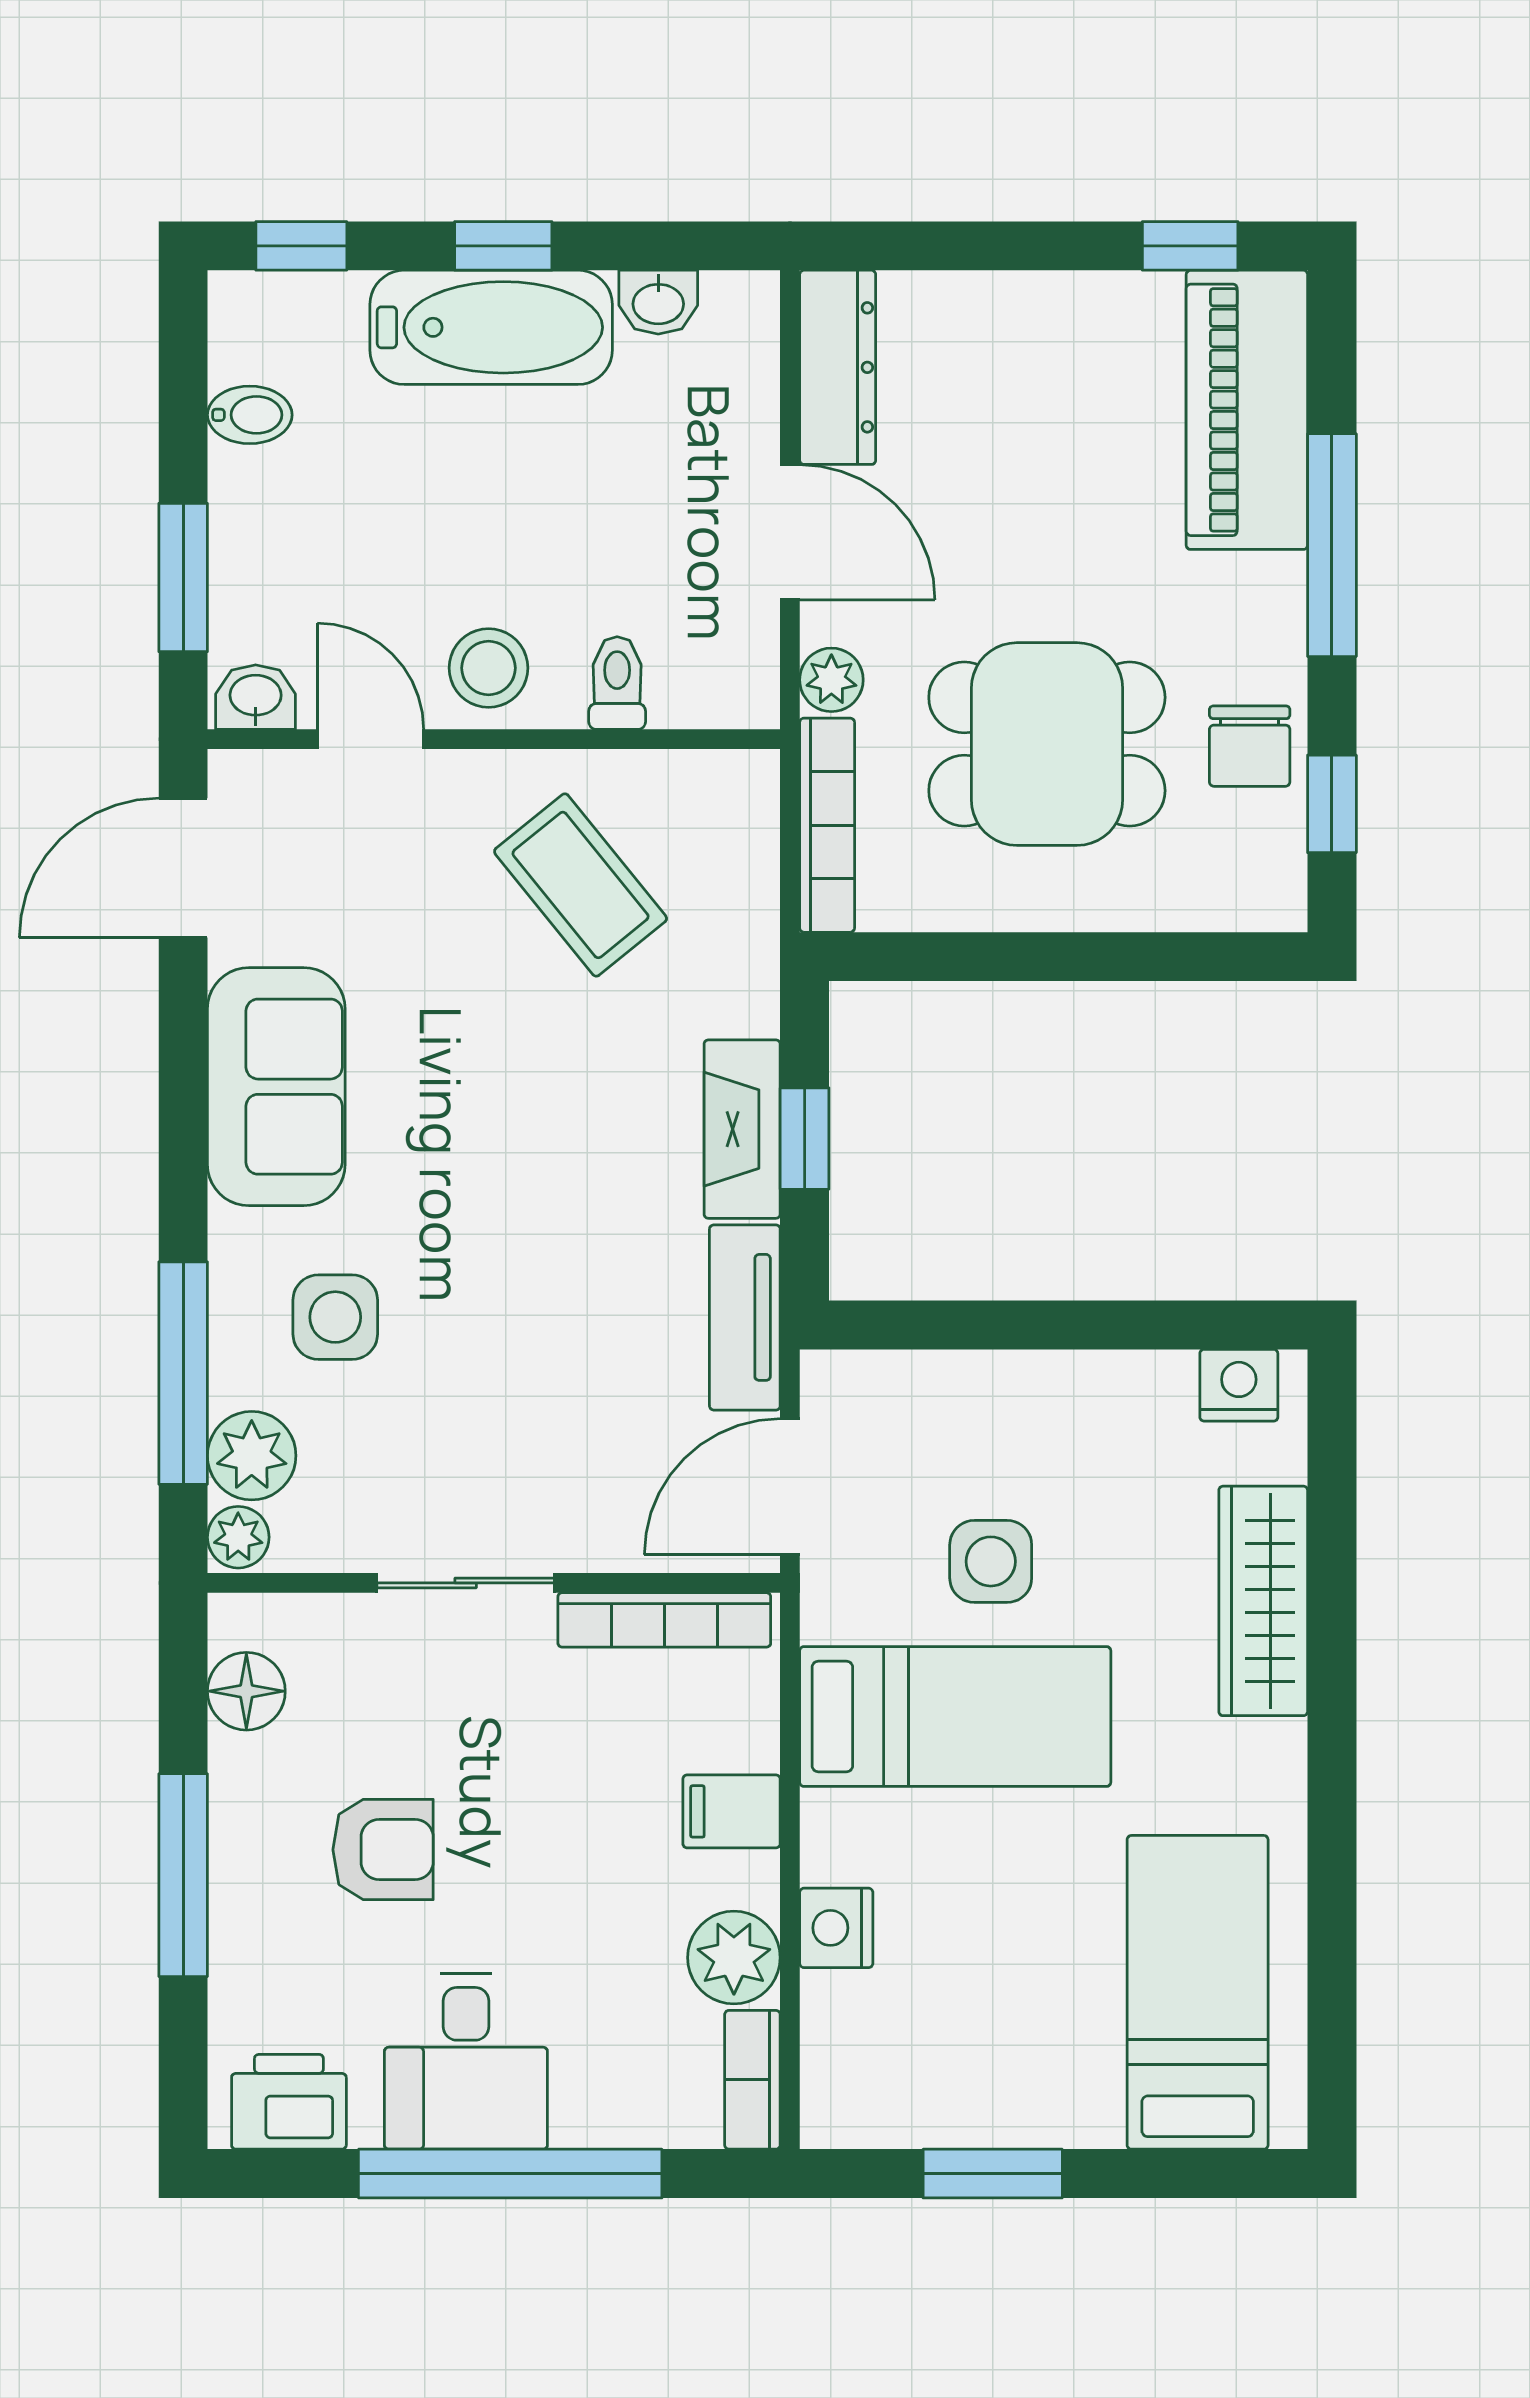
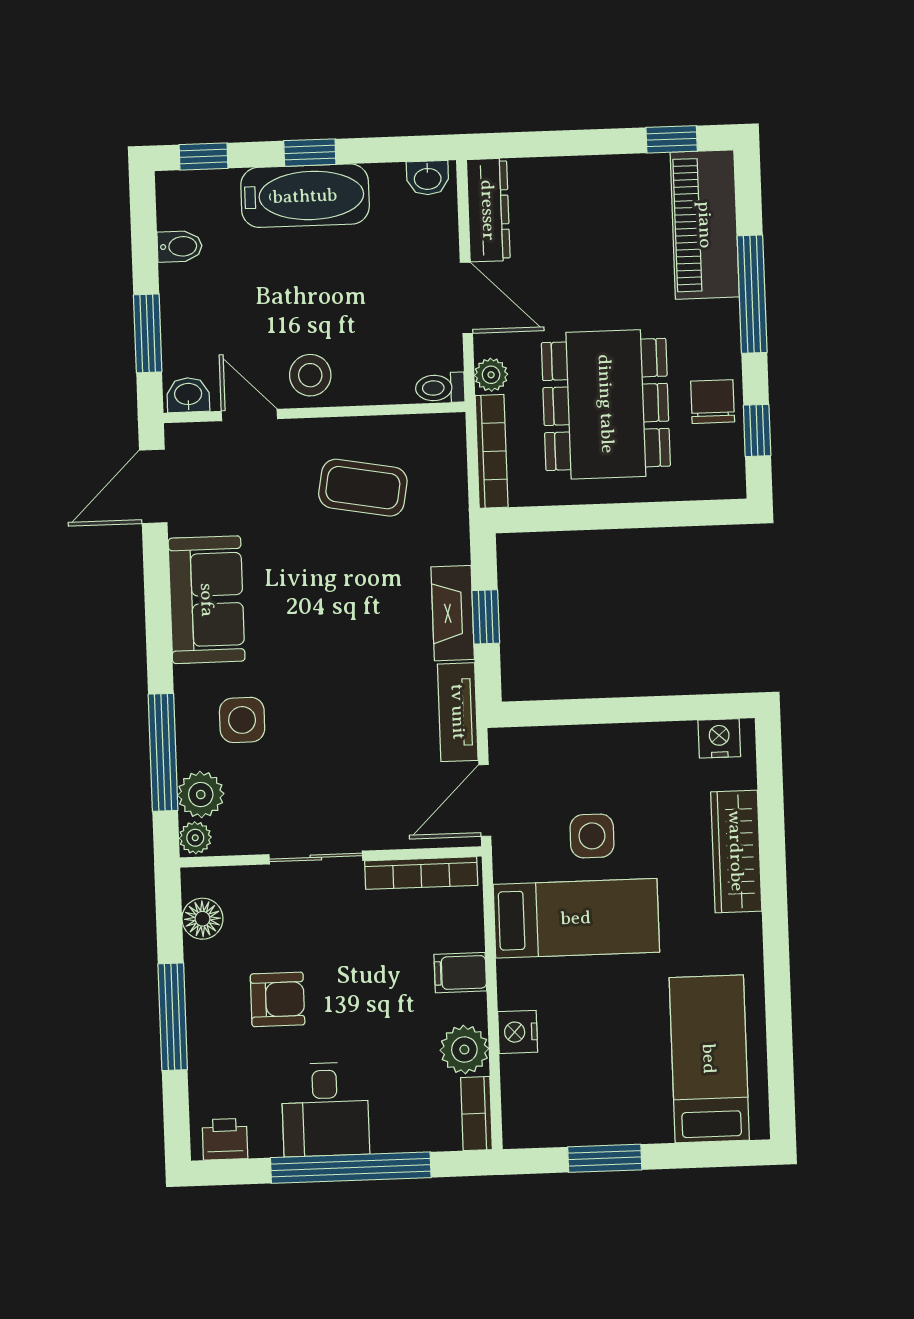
washbasin: (658, 302) -> (428, 178), moved
toilet: (617, 683) -> (440, 388), moved, turned -90
dining table: (1047, 744) -> (606, 404), width x1.38
chair: (1250, 746) -> (713, 402), turned 180
coffee table: (581, 885) -> (363, 488), turned -41
printer: (289, 2102) -> (225, 1139), width x0.73, depth x0.81

